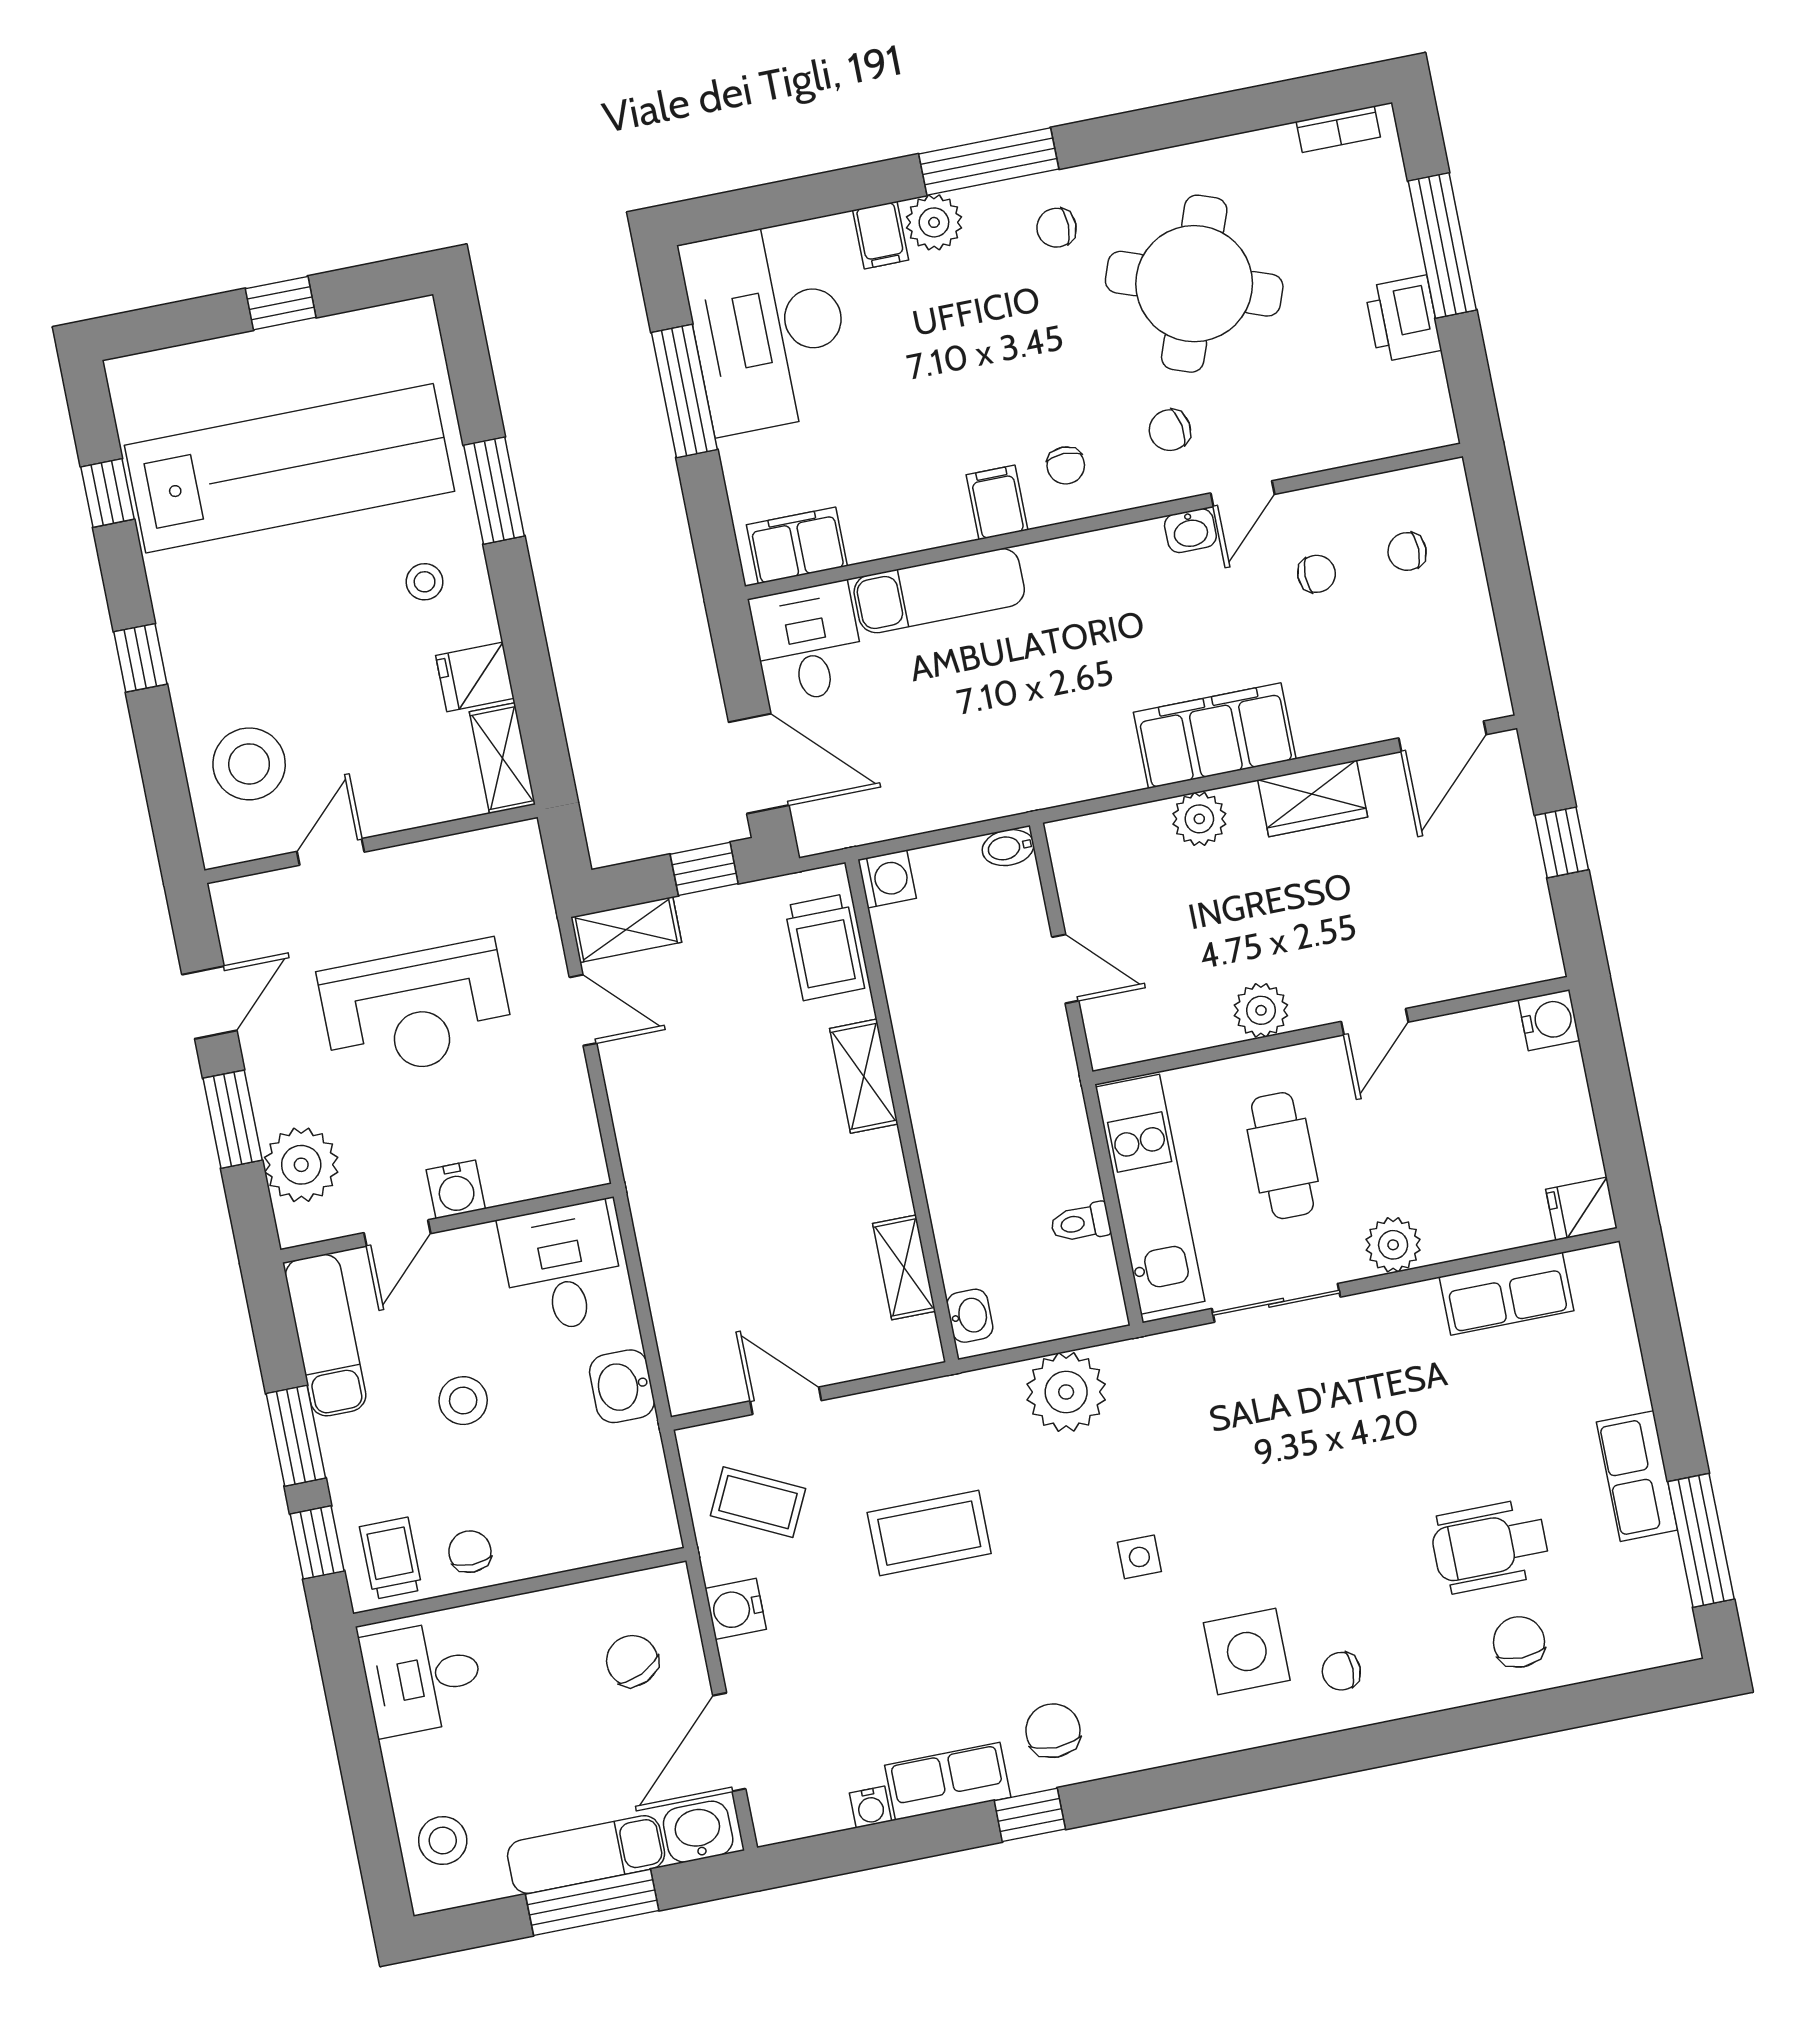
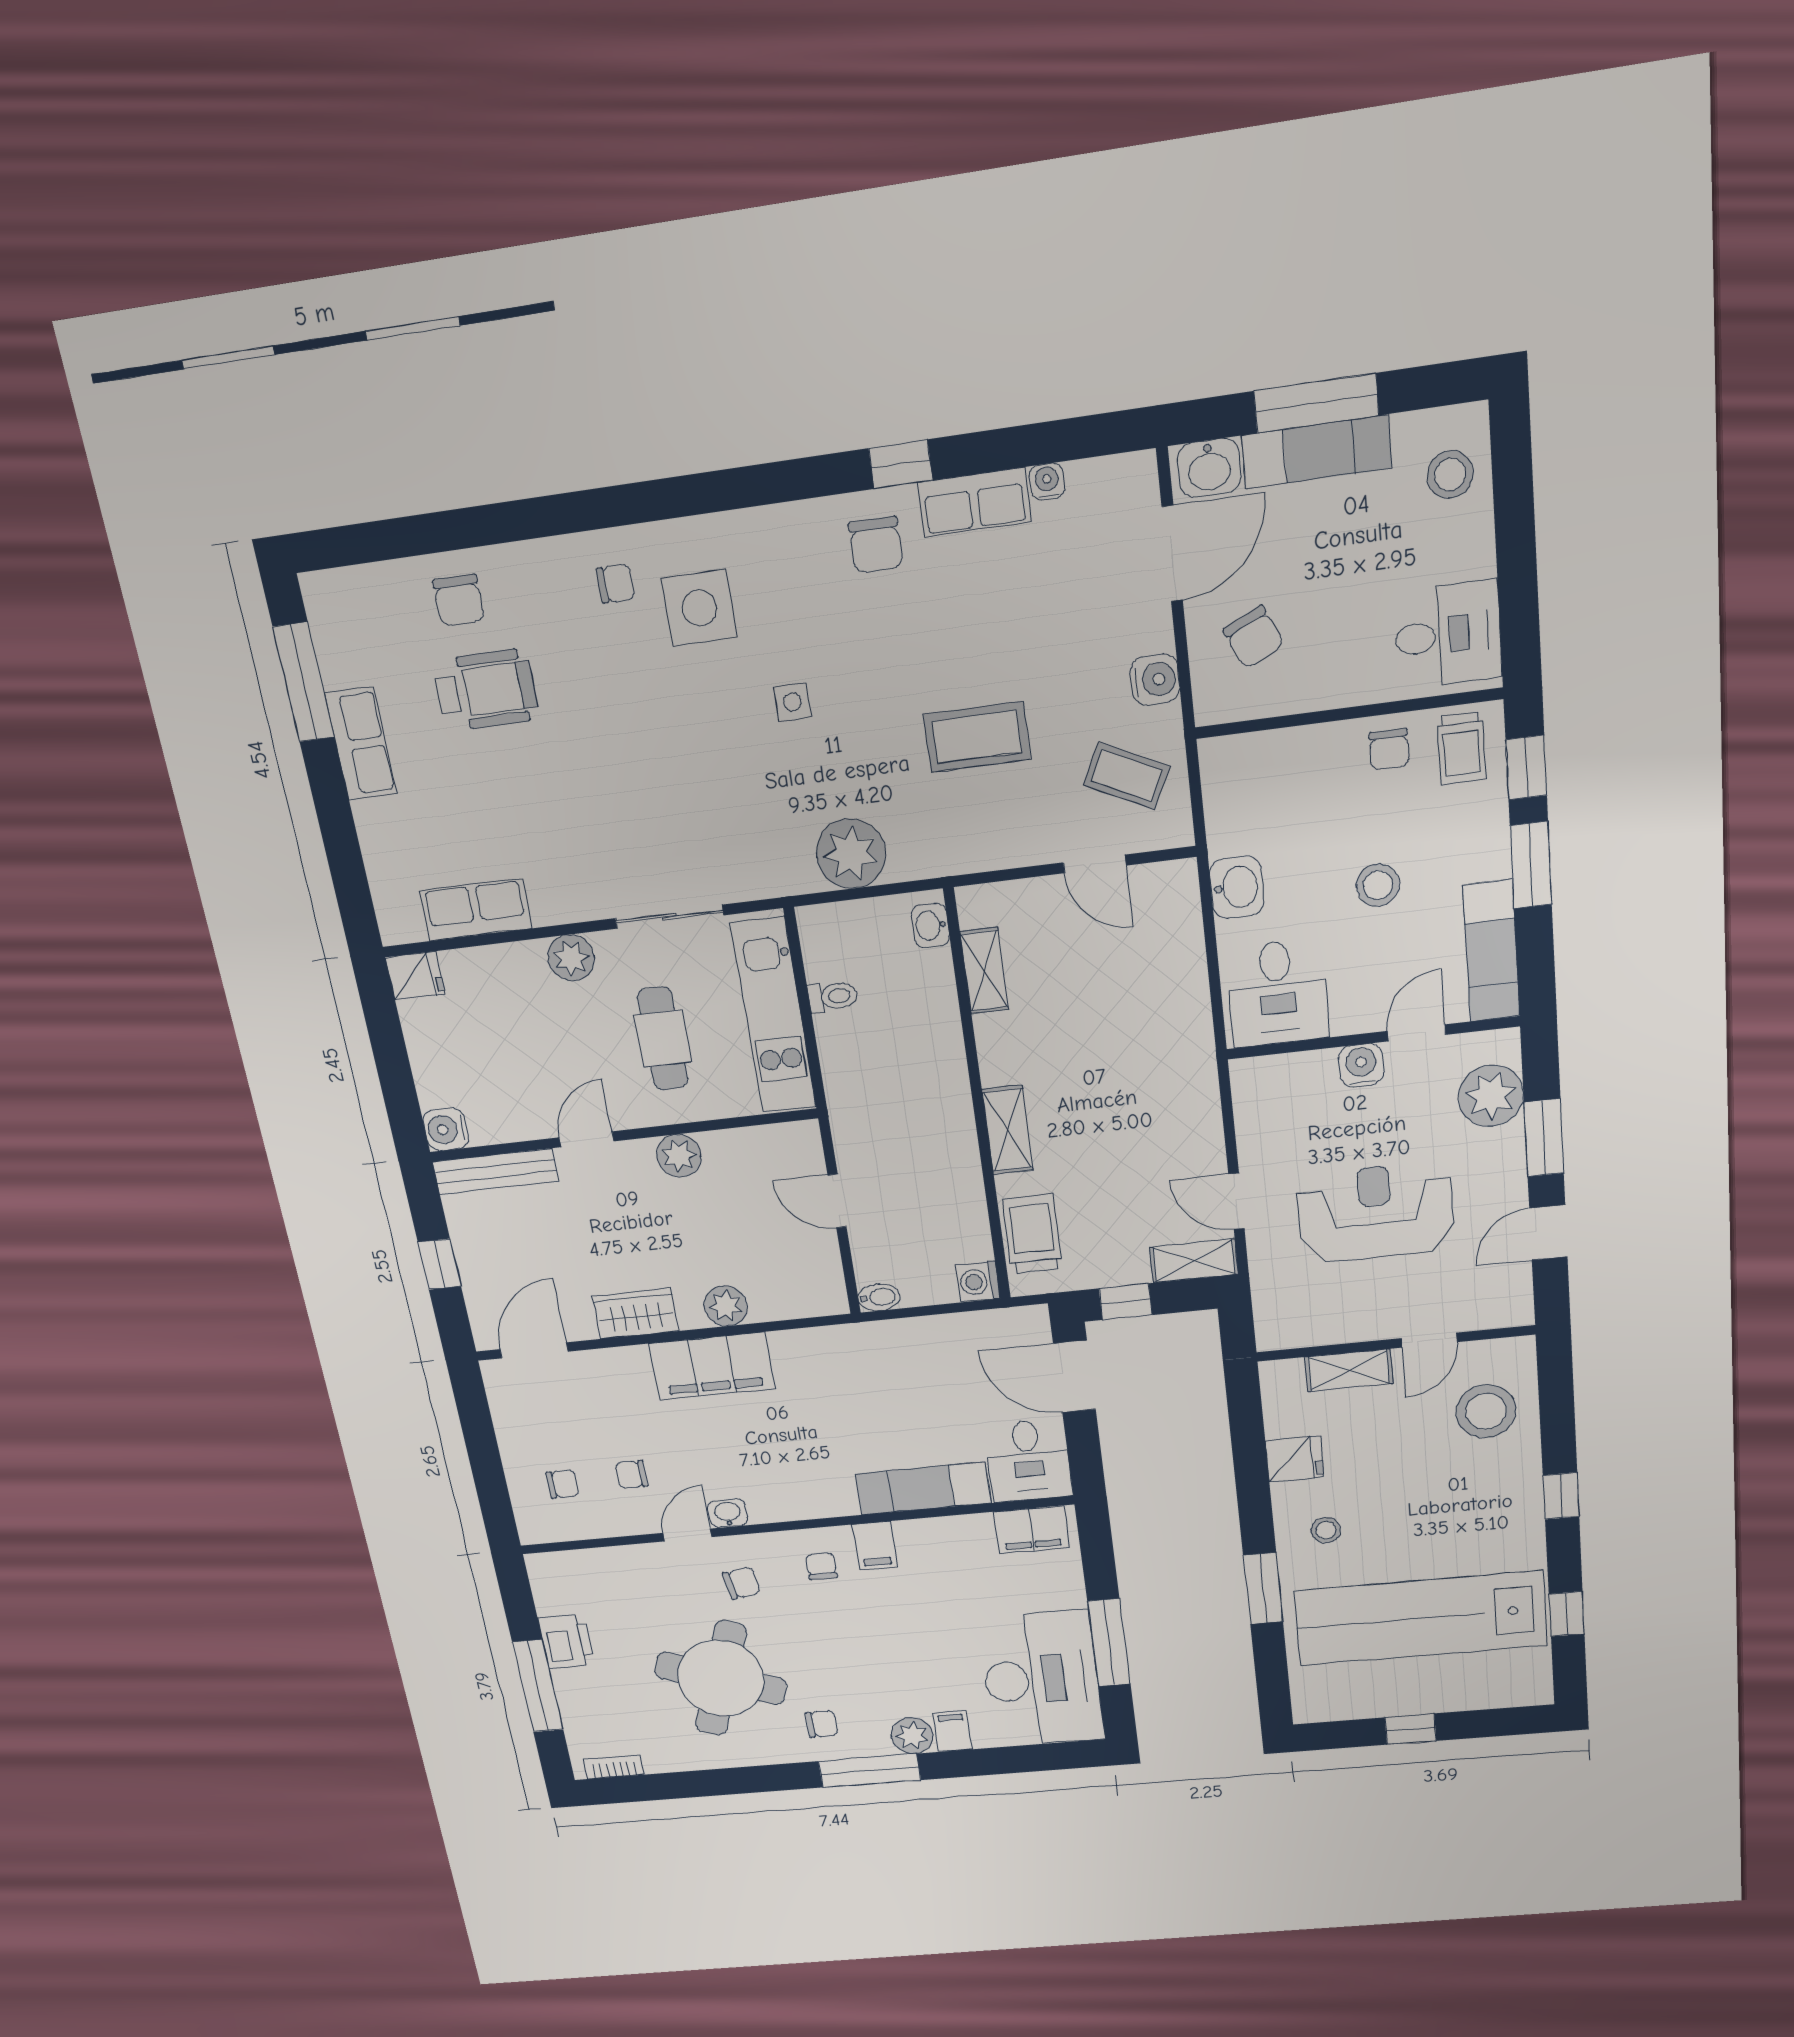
shelving: (502, 758) -> (1349, 1370), moved, turned 90
bench: (1488, 971) -> (496, 1171), added

